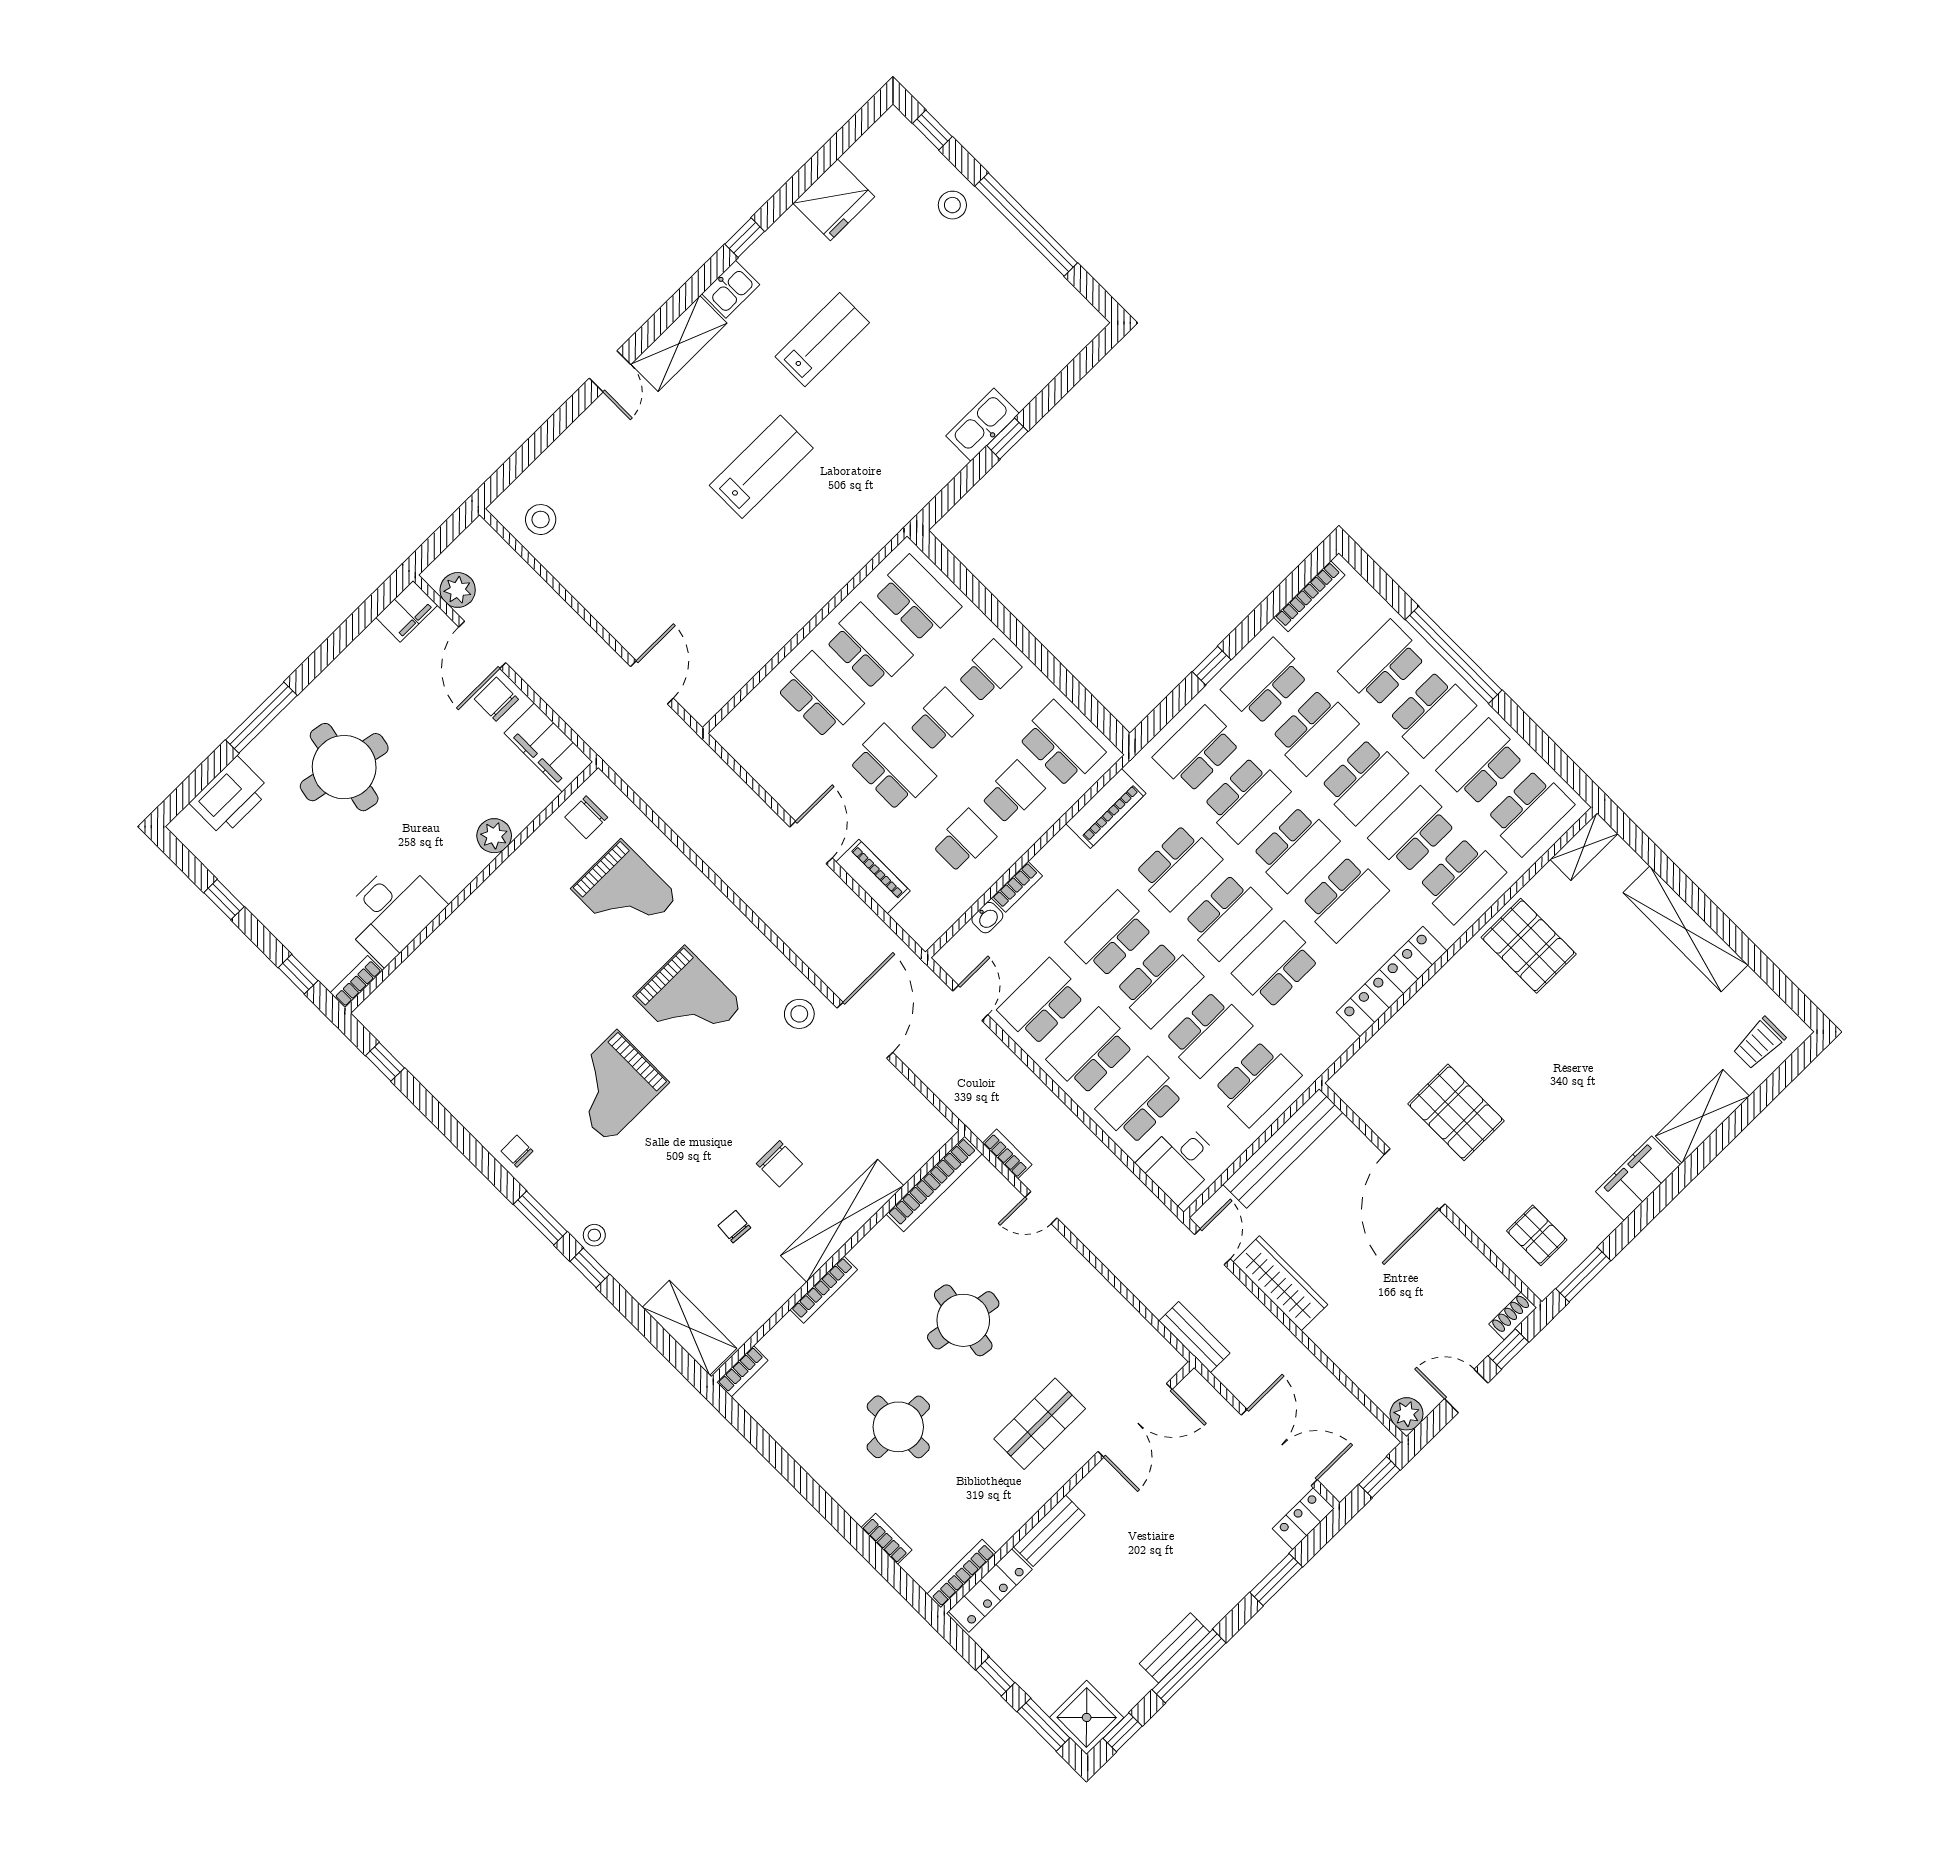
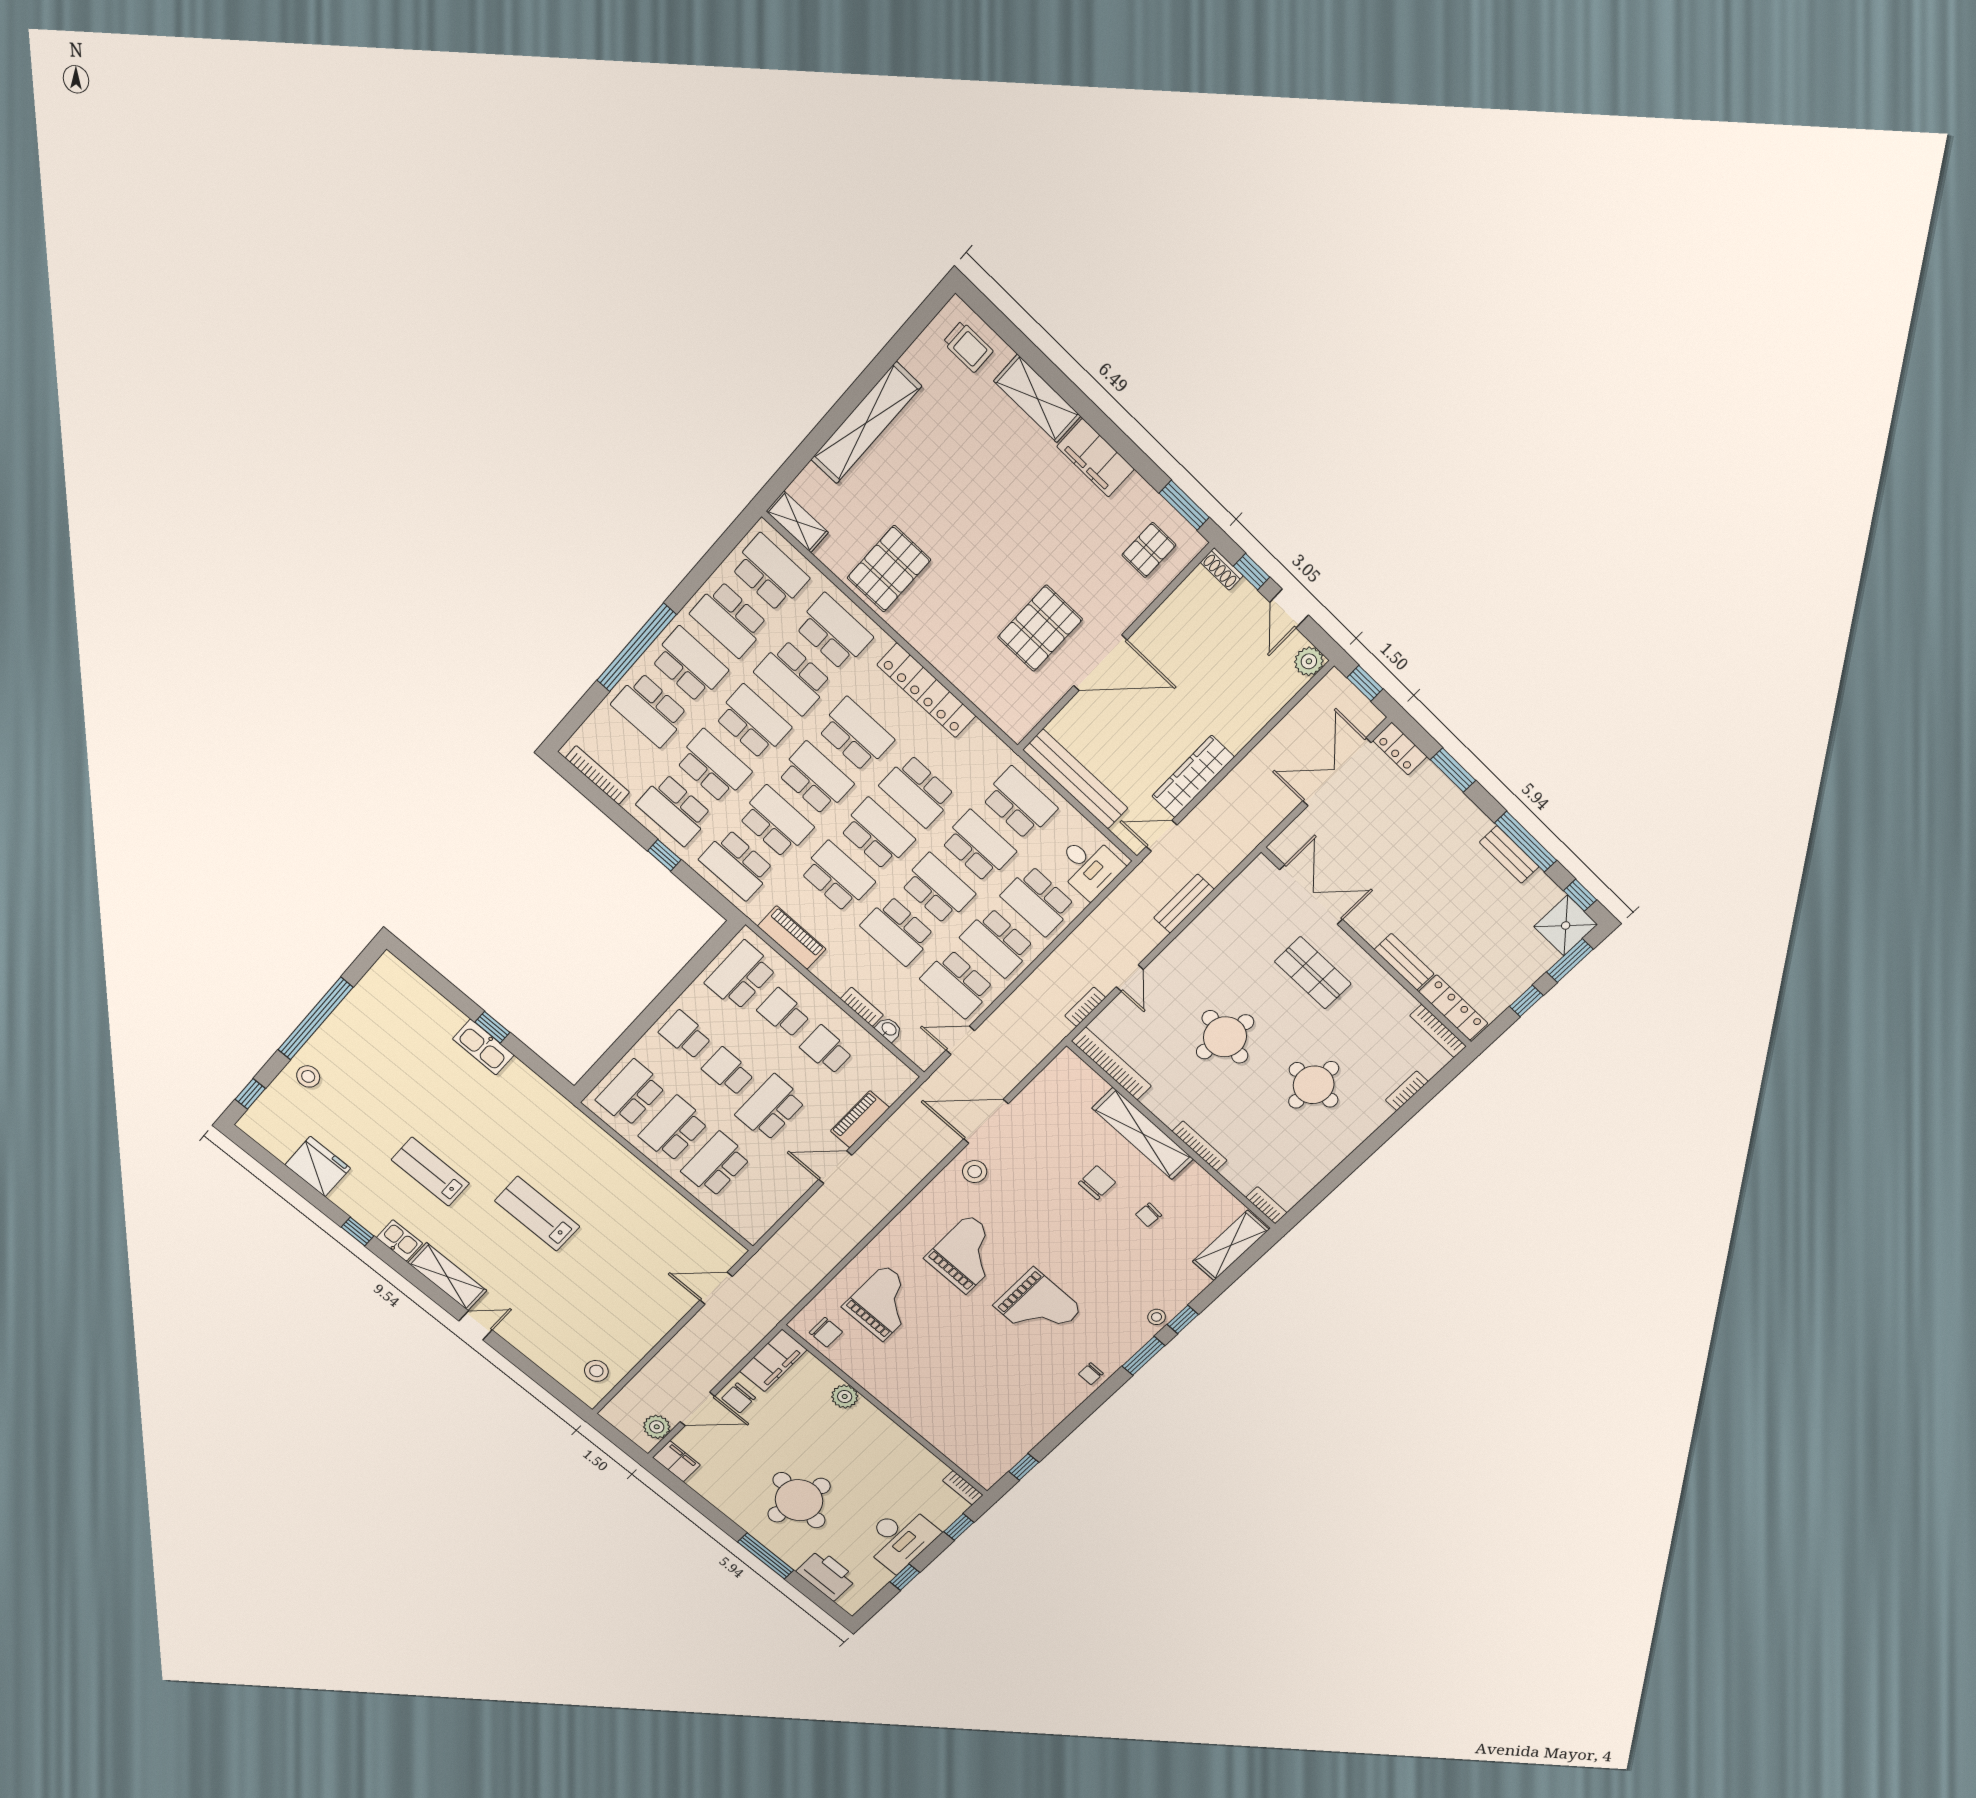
desk: (392, 911) -> (900, 1538), moved, turned 90
bench: (1194, 1337) -> (1184, 904), moved

